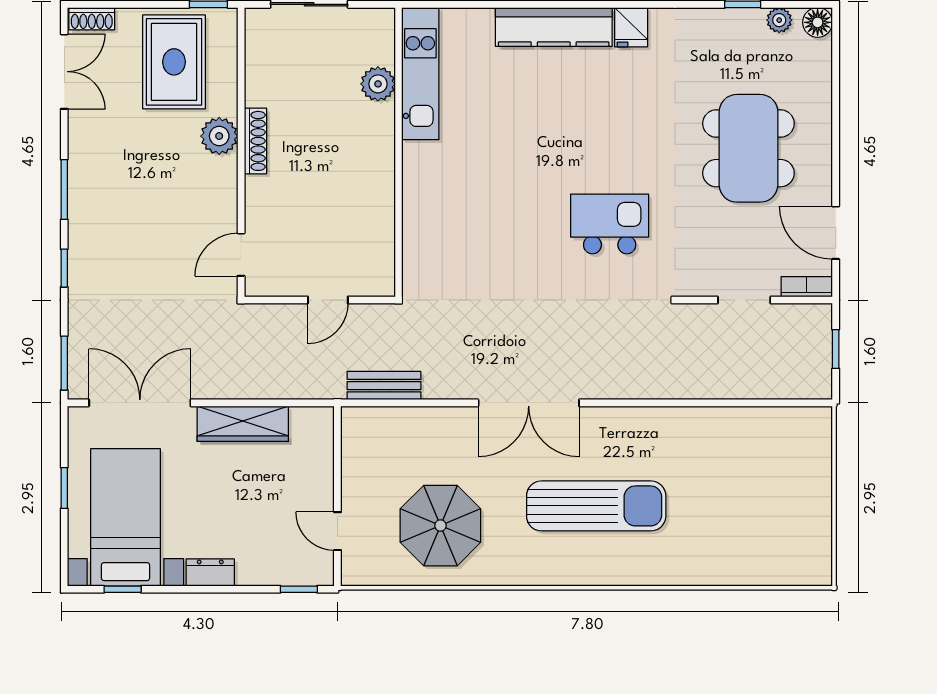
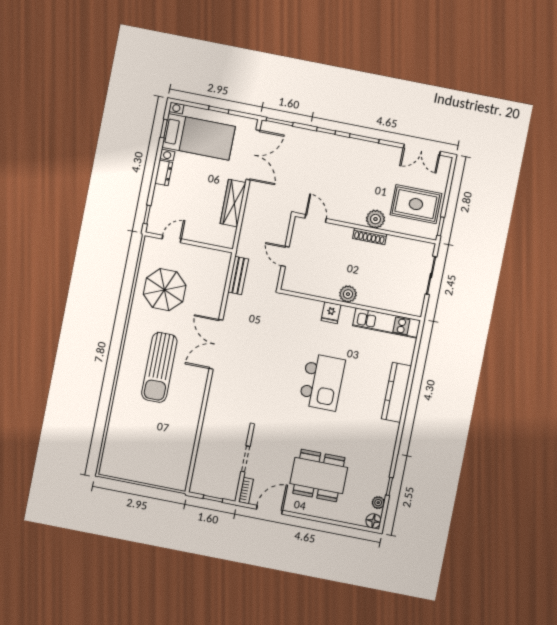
shoe rack: (92, 19) -> (445, 168), removed
fridge: (631, 27) -> (331, 313), moved, turned -90
plant: (378, 84) -> (348, 294), moved
kitchen island: (610, 224) -> (322, 382), moved, width x1.37, depth x1.28

